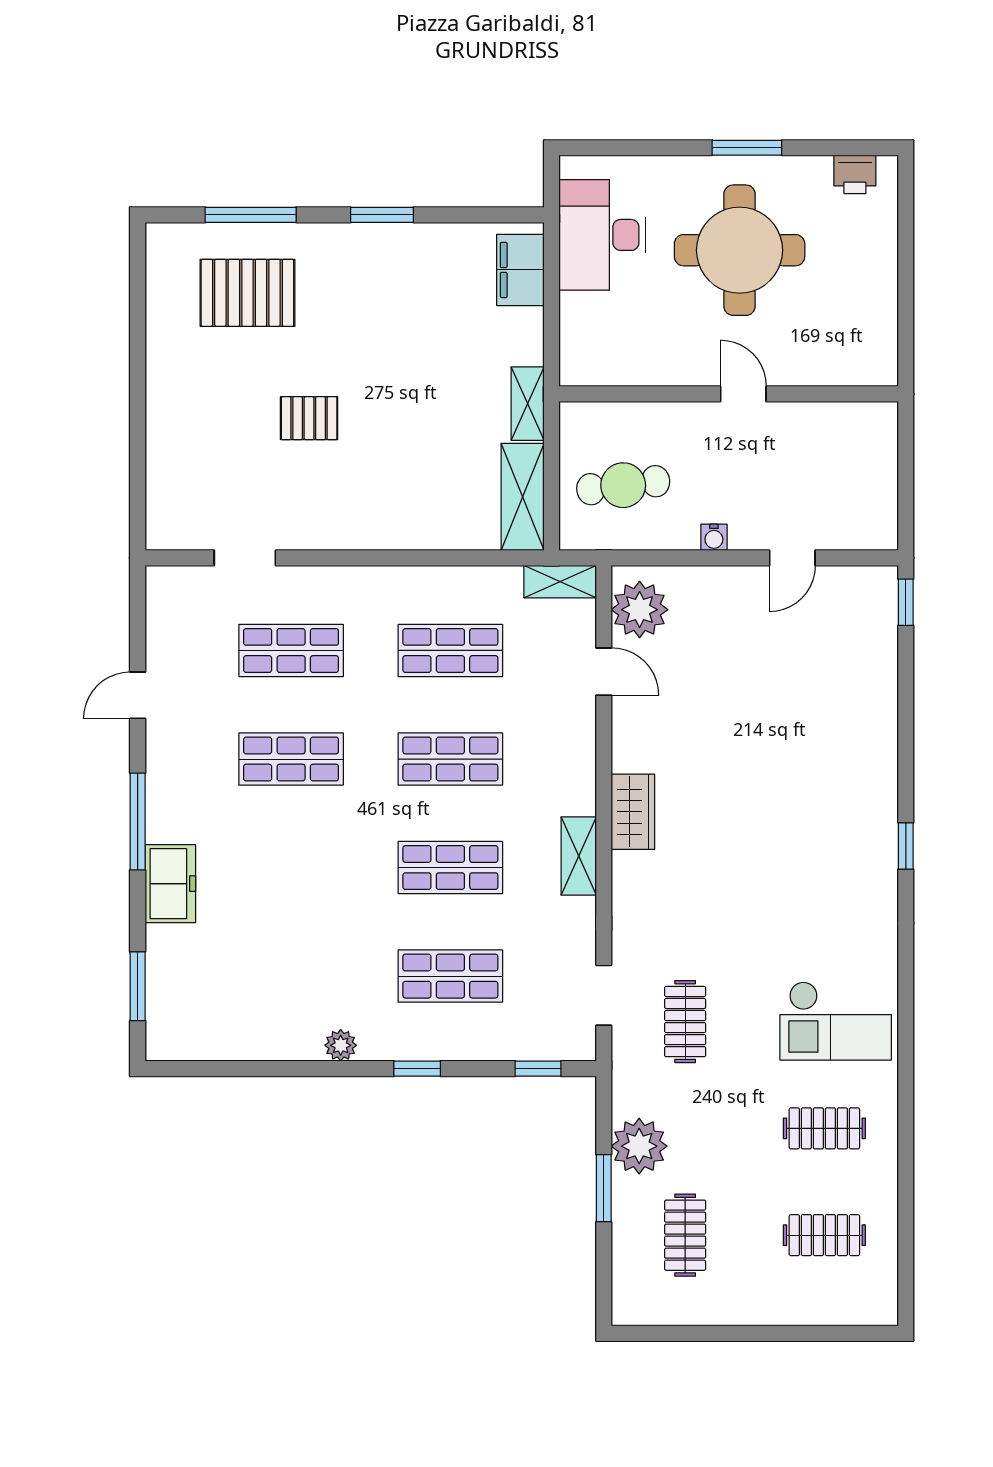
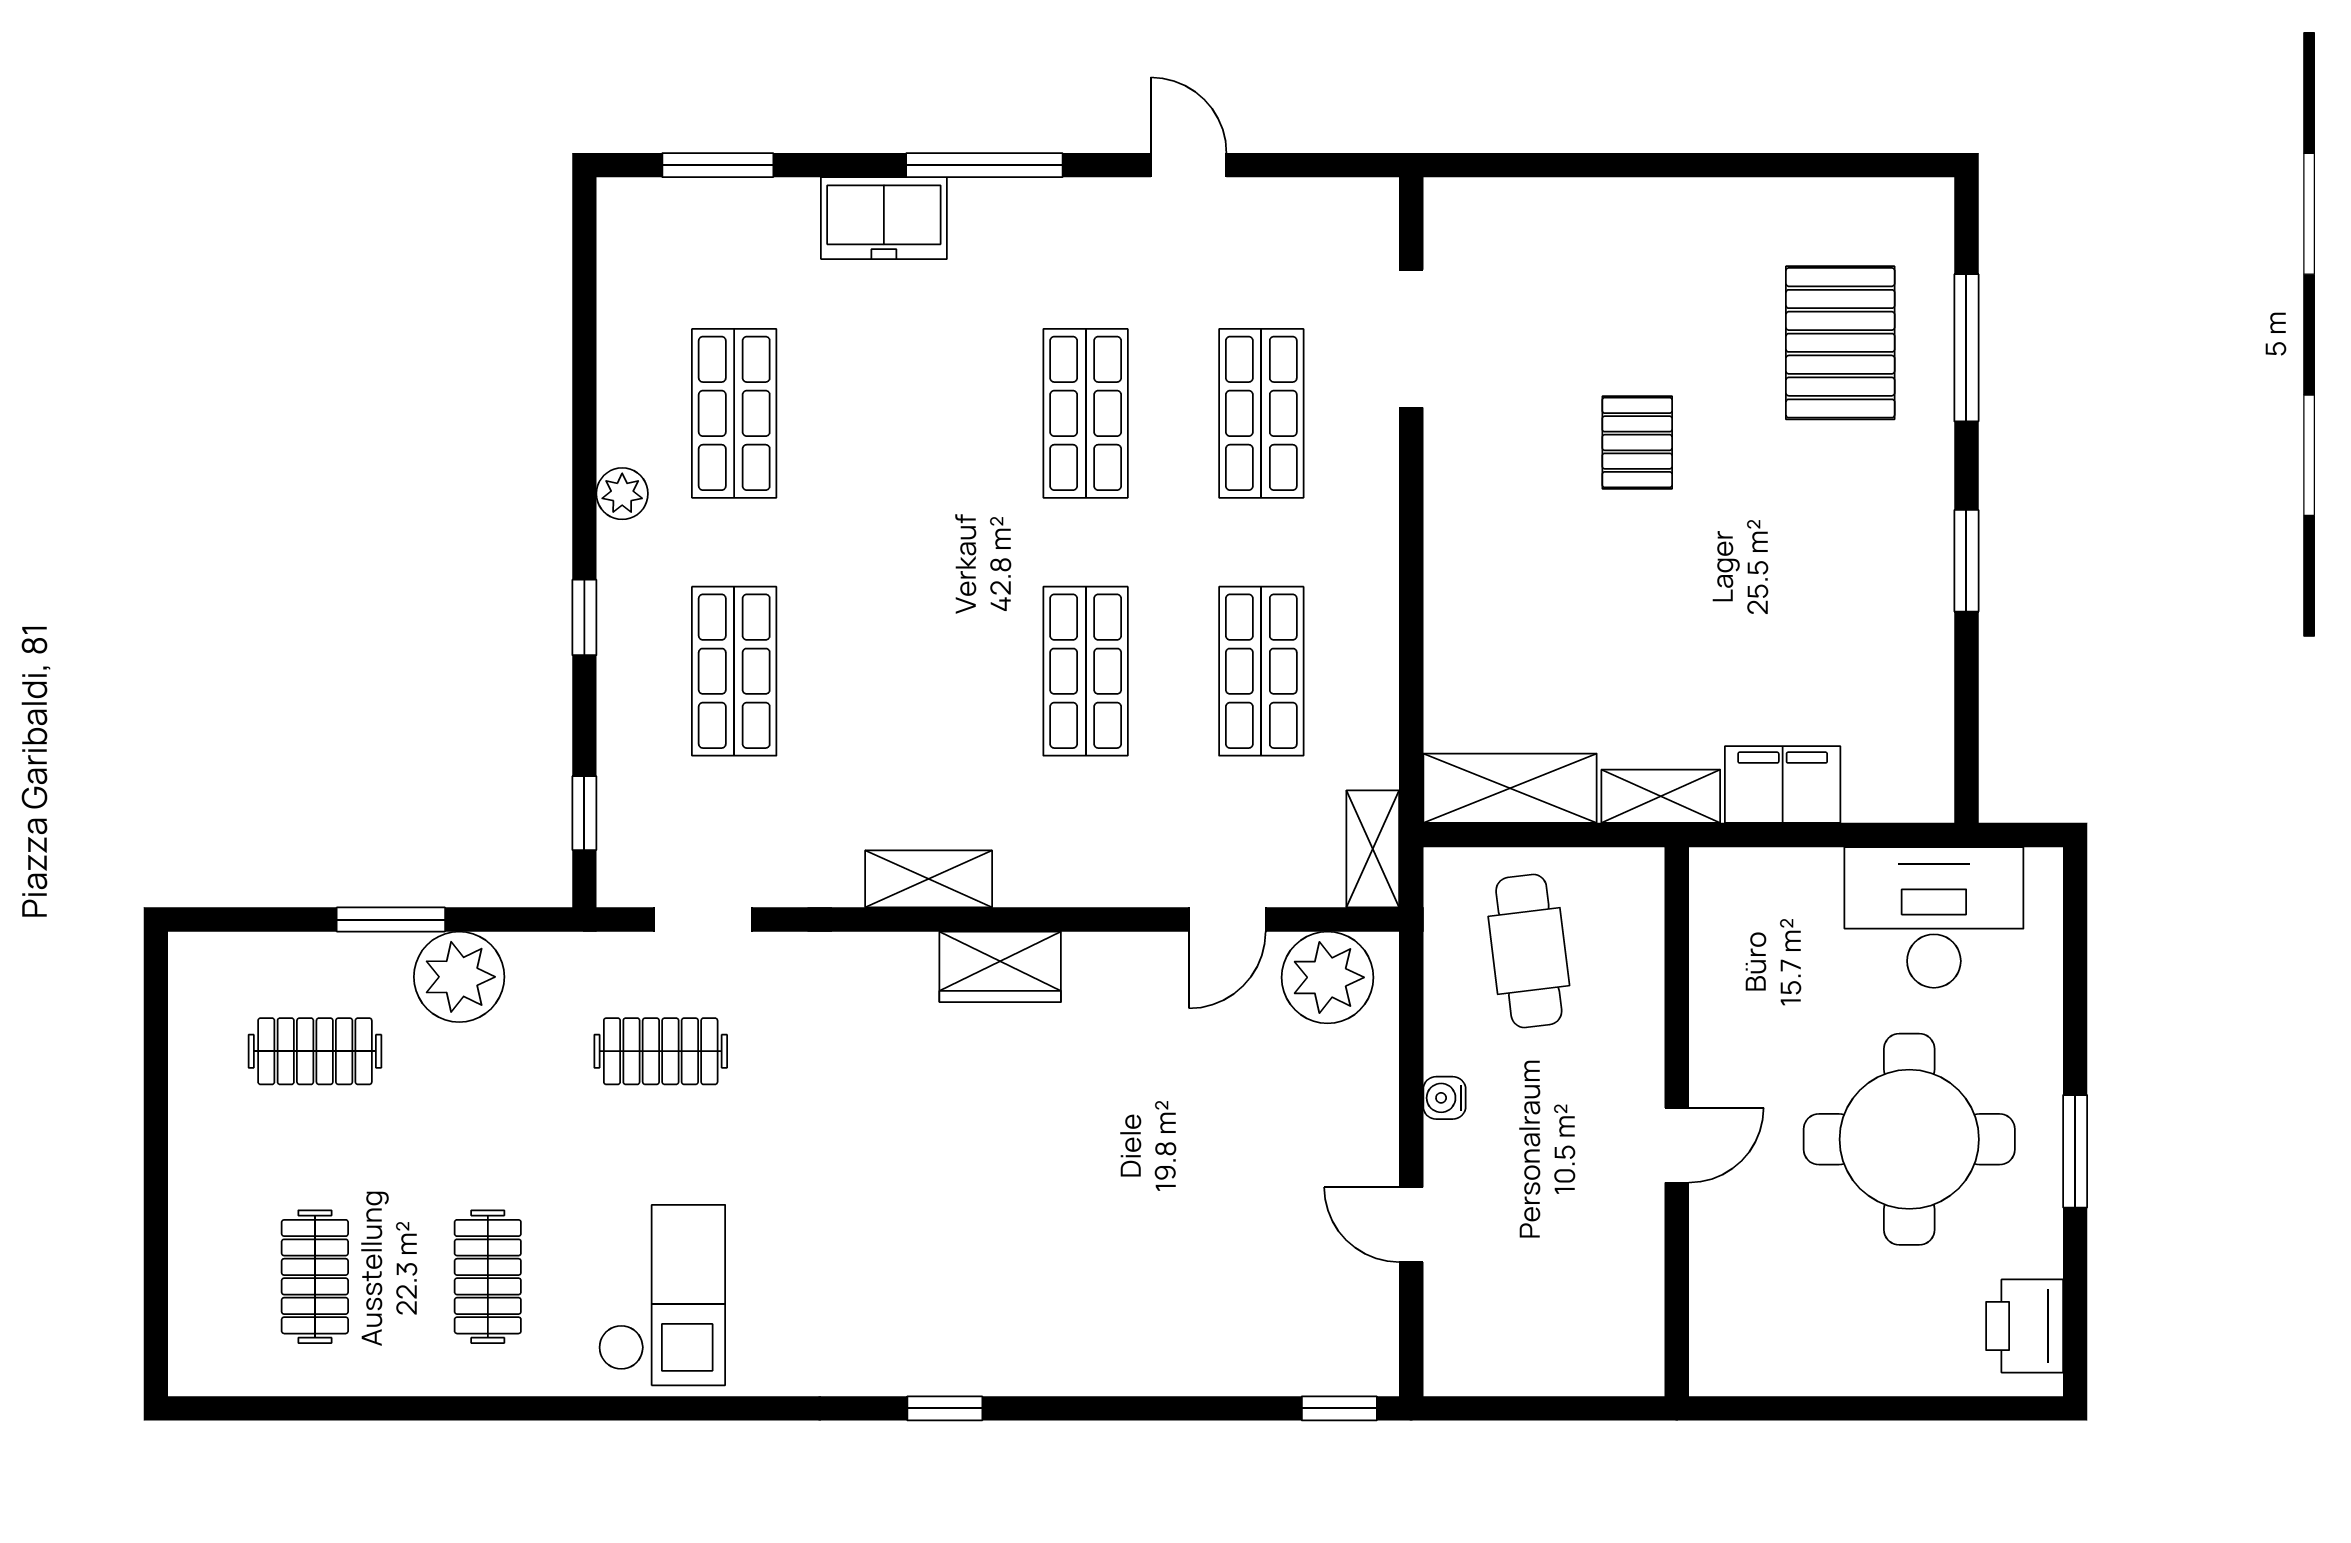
printer: (855, 174) -> (2025, 1326), width x1.36, depth x1.24
filing cabinet: (520, 270) -> (1783, 785), moved
doorway: (245, 558) -> (1411, 339), width x1.38
shop shelf: (450, 868) -> (734, 413), moved
checkout: (836, 1021) -> (662, 1295), turned 180

